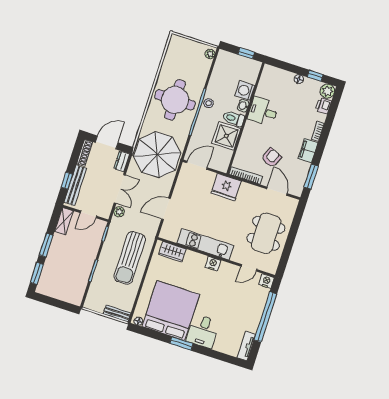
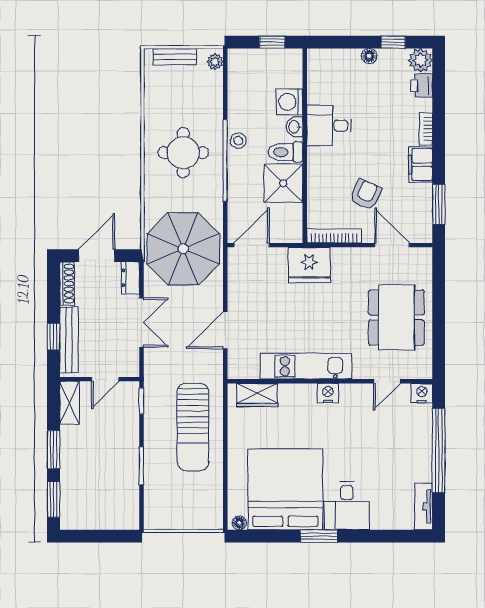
round table: (175, 100) -> (183, 153), width x0.73, depth x0.73
plant: (119, 212) -> (152, 359), removed
bench: (117, 313) -> (175, 57), moved

